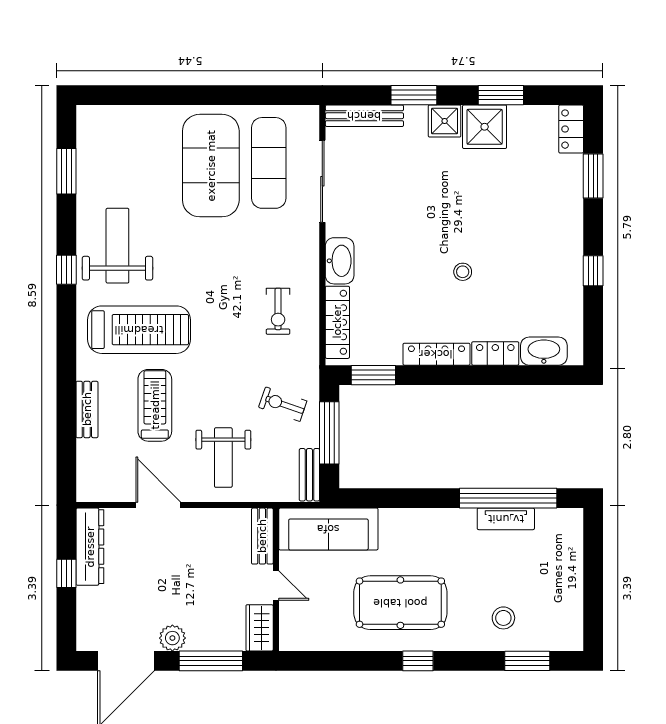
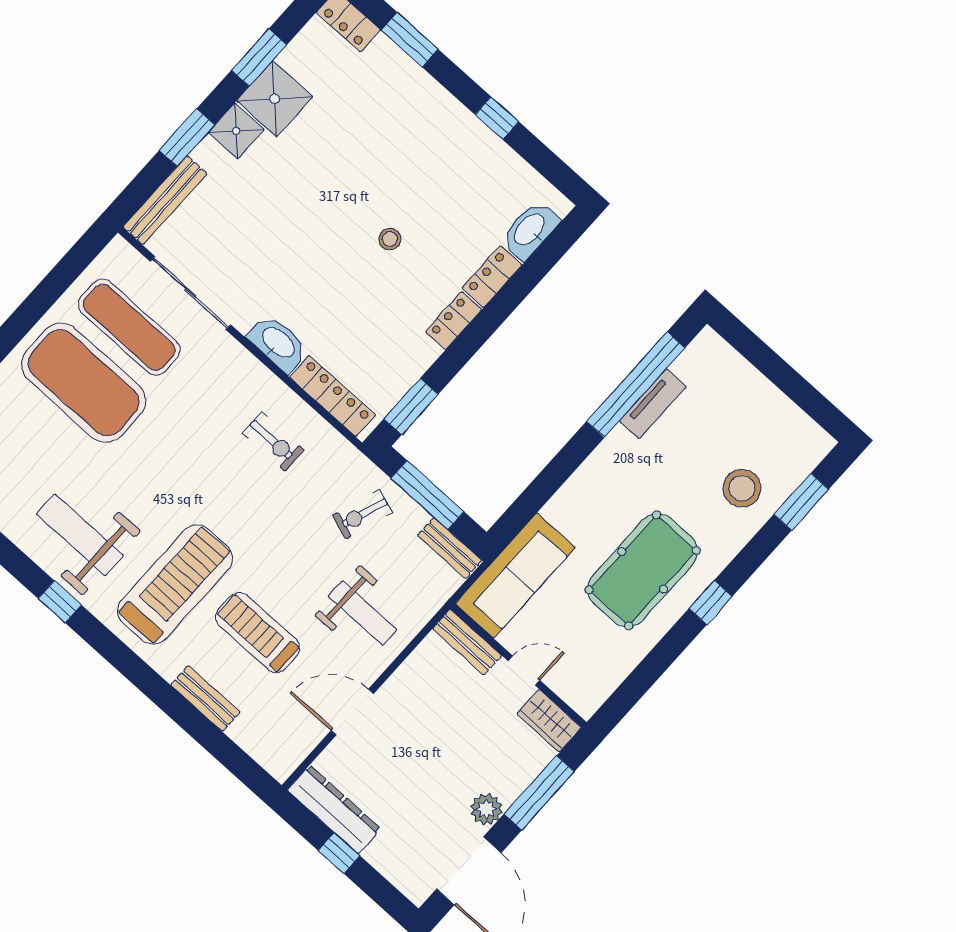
locker: (436, 354) -> (454, 321), width x0.66
stool: (503, 618) -> (742, 488), width x1.38, depth x1.38

